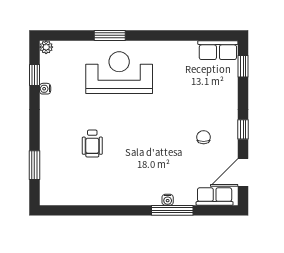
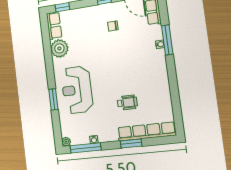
plant: (183, 54) -> (59, 48), added
window: (34, 75) -> (86, 148), width x2.17
window: (34, 165) -> (131, 143), moved
row of seats: (49, 165) -> (146, 131), added

